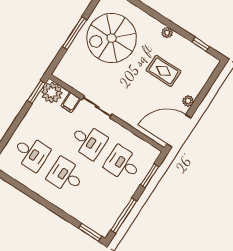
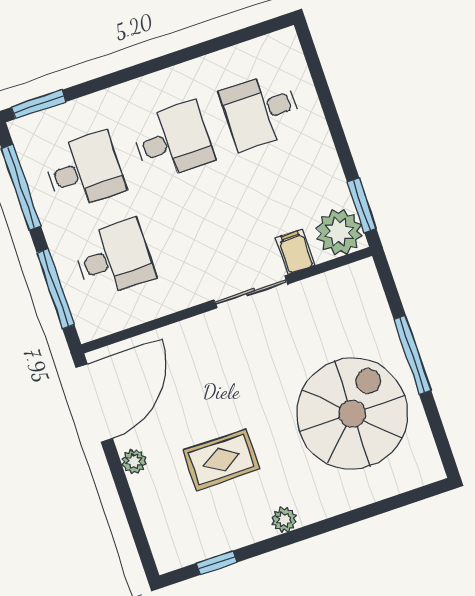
desk: (88, 141) -> (84, 171), moved, turned 180
window: (150, 176) -> (56, 289), width x1.44

